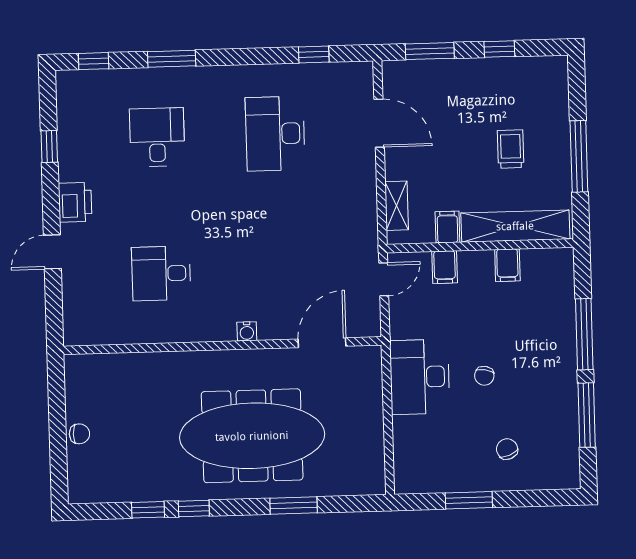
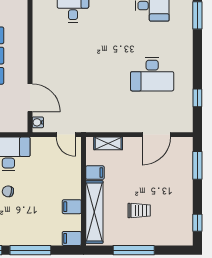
window: (499, 49) -> (197, 223), moved
desk: (275, 134) -> (152, 74), turned 180
filing cabinet: (445, 267) -> (72, 238), moved
water cooler: (247, 331) -> (38, 122), moved

